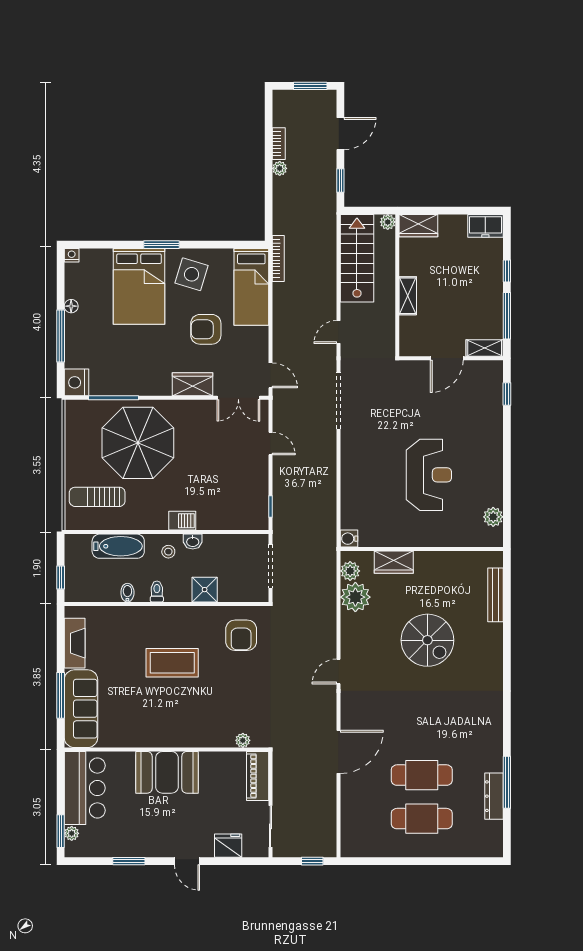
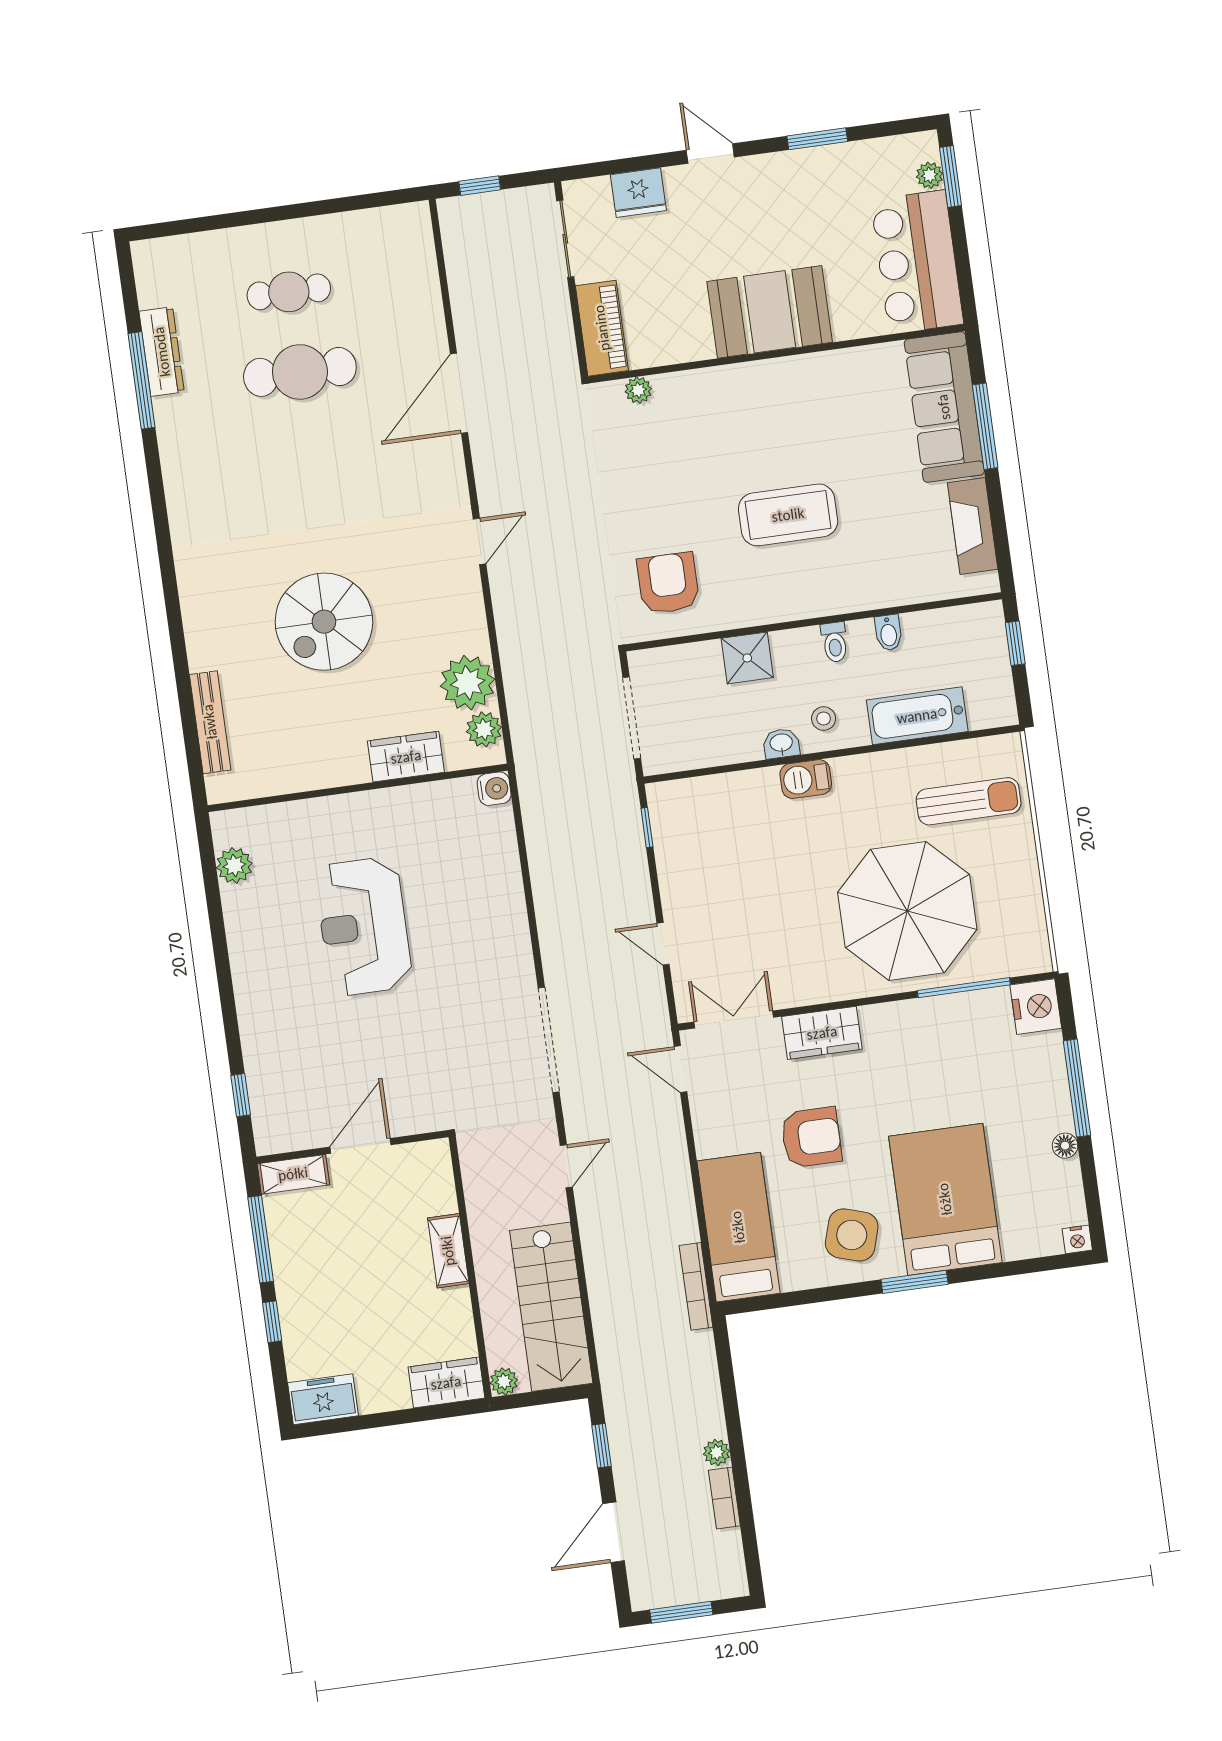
spiral stairs: (427, 640) -> (324, 622), turned -90
cafe table: (422, 819) -> (289, 292), width x0.73, depth x0.74

